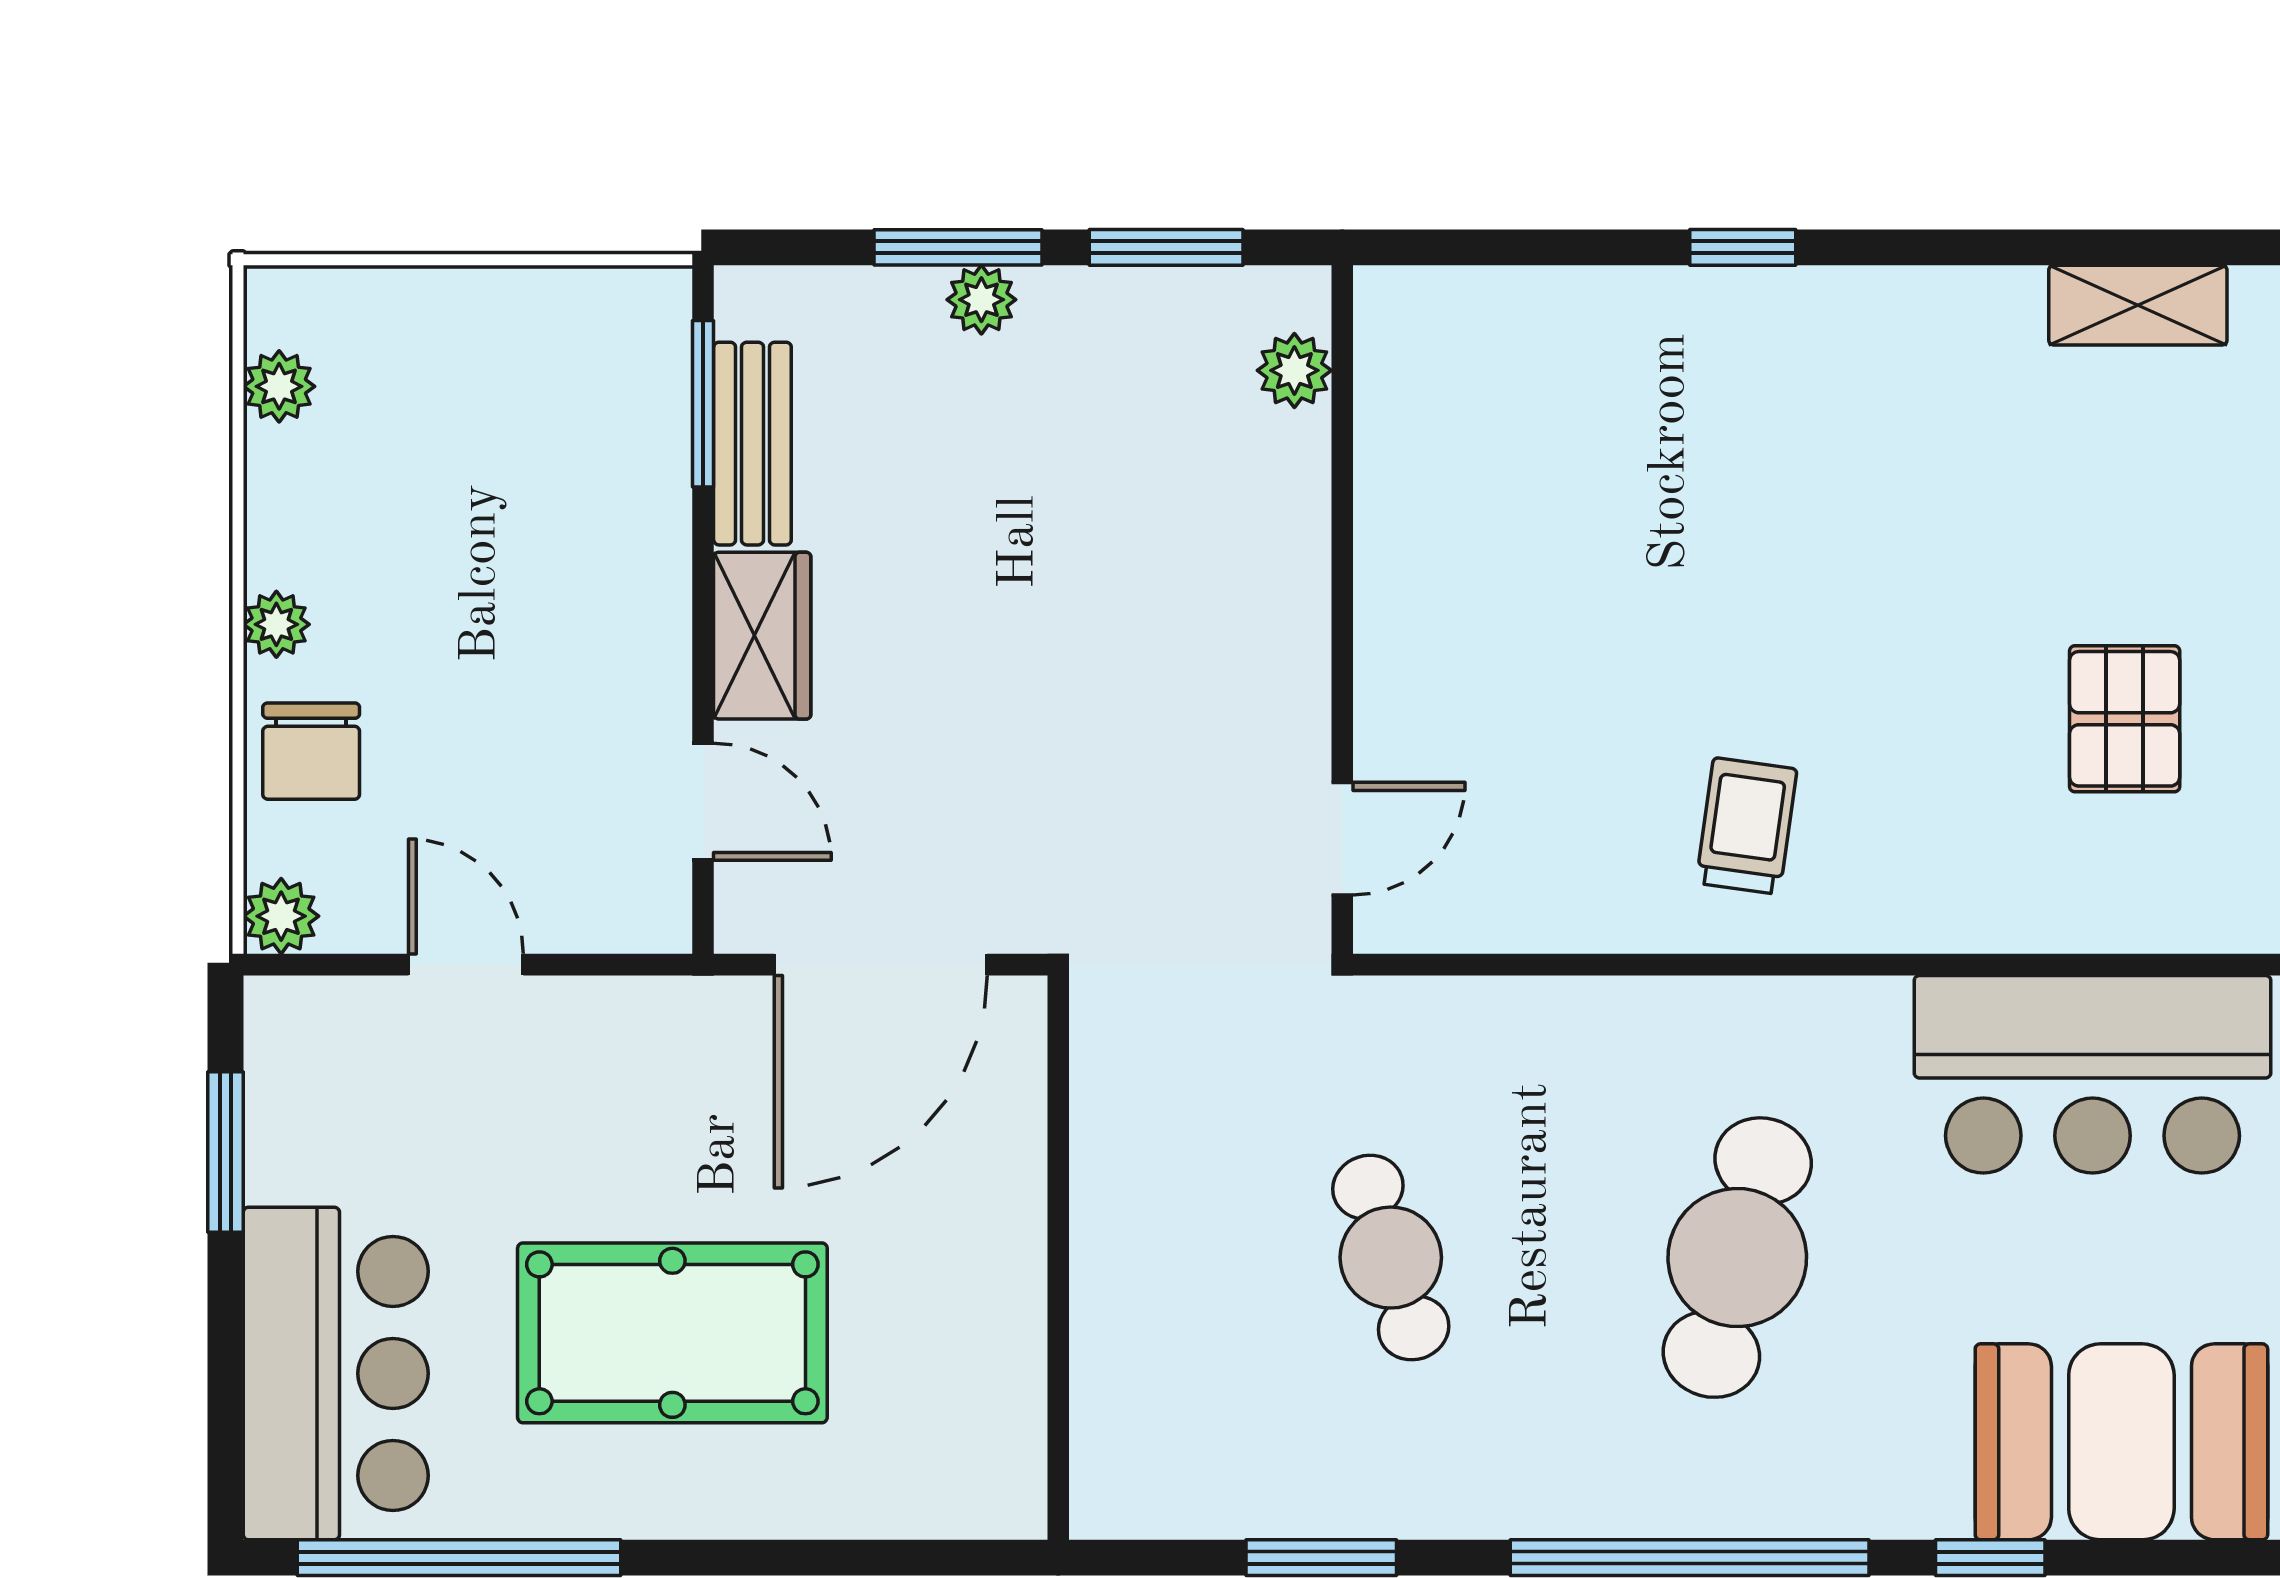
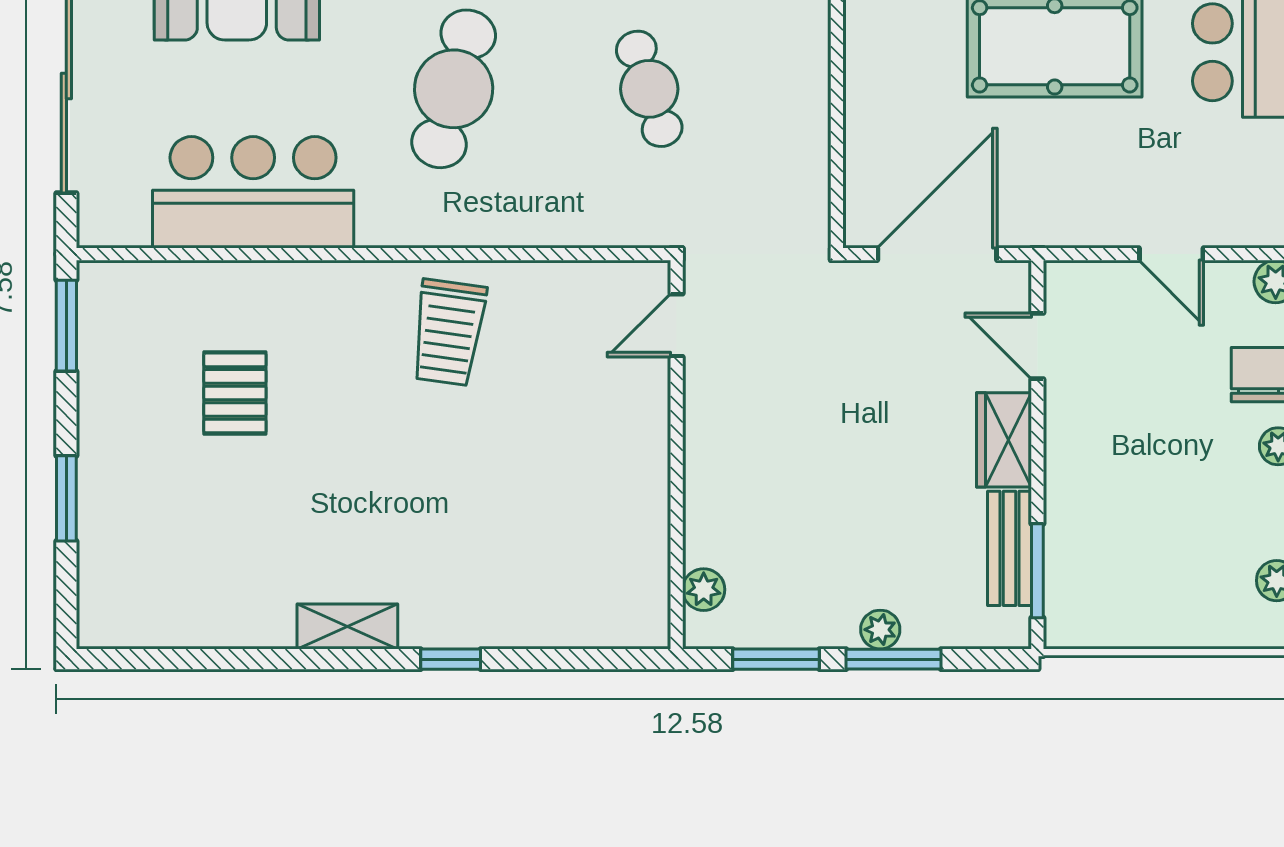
shelving: (2138, 305) -> (347, 626), moved
trolley: (1746, 826) -> (448, 332), width x1.36, depth x1.39

